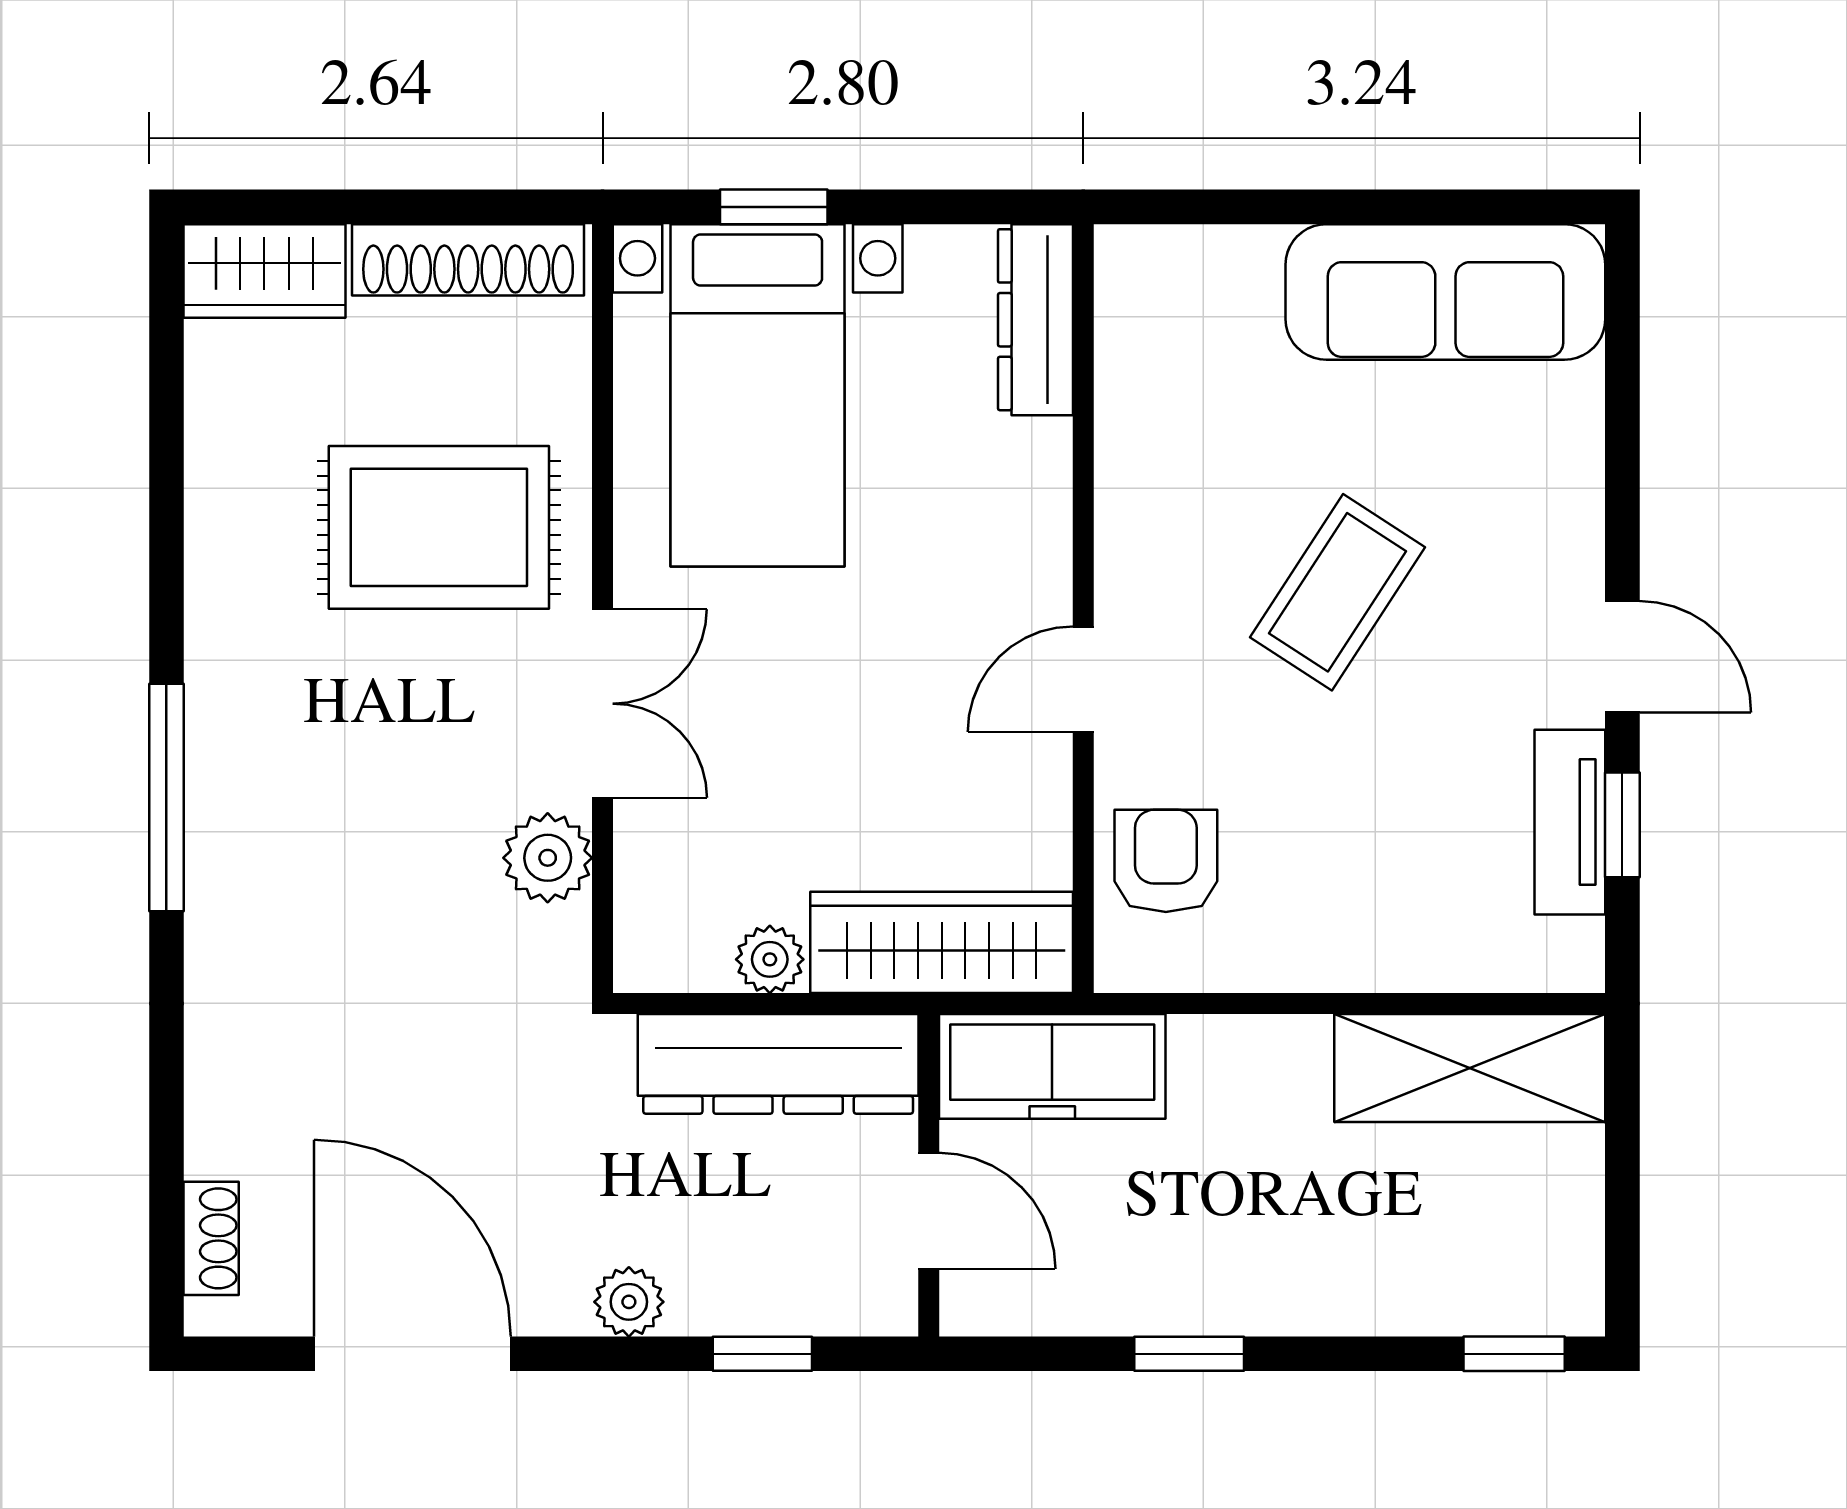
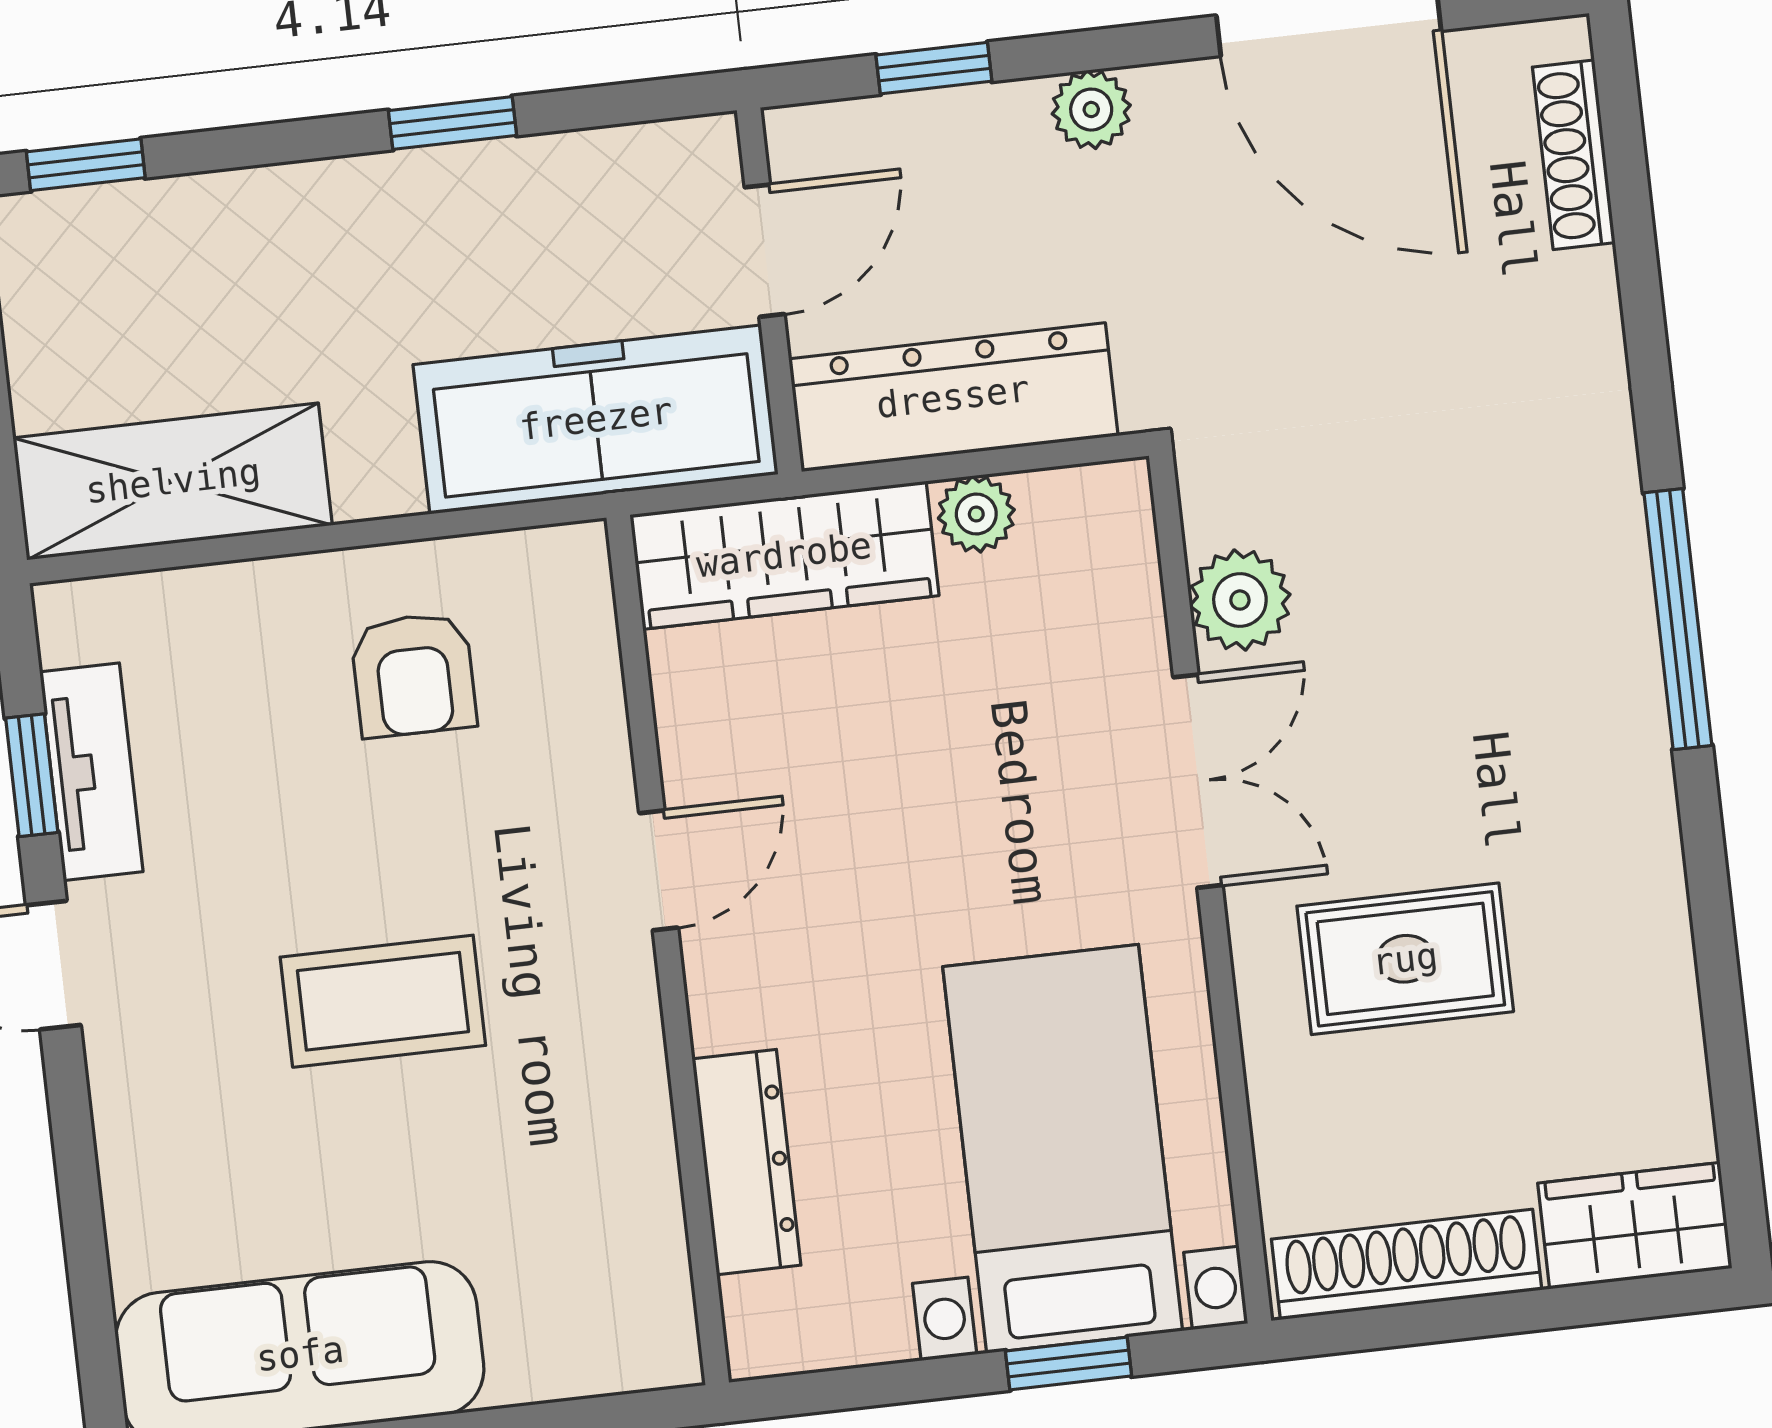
dresser: (1036, 320) -> (746, 1162), moved
rug: (439, 527) -> (1405, 959), width x0.73, depth x0.70
coffee table: (1338, 592) -> (383, 1001), turned 57
double door: (603, 704) -> (1198, 781), swing flipped
armchair: (1166, 861) -> (414, 675), moved
freezer: (1052, 1066) -> (596, 419), width x1.36, depth x1.26
door: (929, 1211) -> (765, 251), swing flipped
shoe rack: (211, 1238) -> (1574, 155), width x1.43

